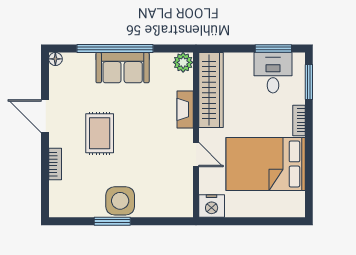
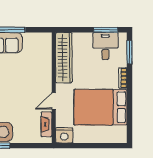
plant: (183, 62) -> (45, 39), removed
fireplace: (185, 109) -> (47, 124), moved
door: (196, 155) -> (54, 101), swing flipped

